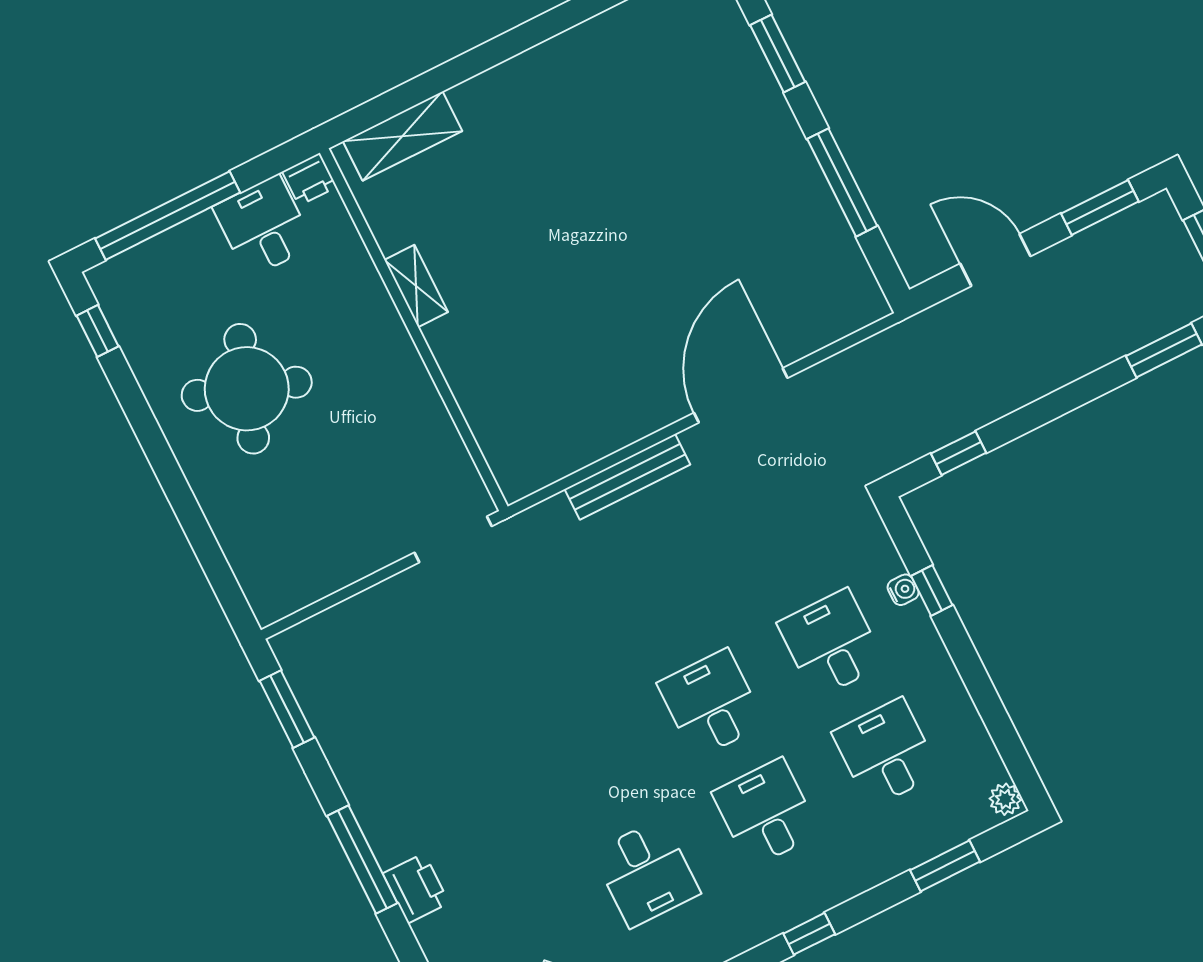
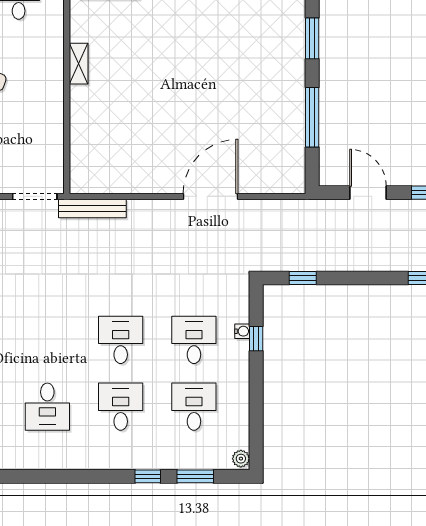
bench: (627, 477) -> (92, 209), moved
window: (809, 934) -> (148, 476), moved

